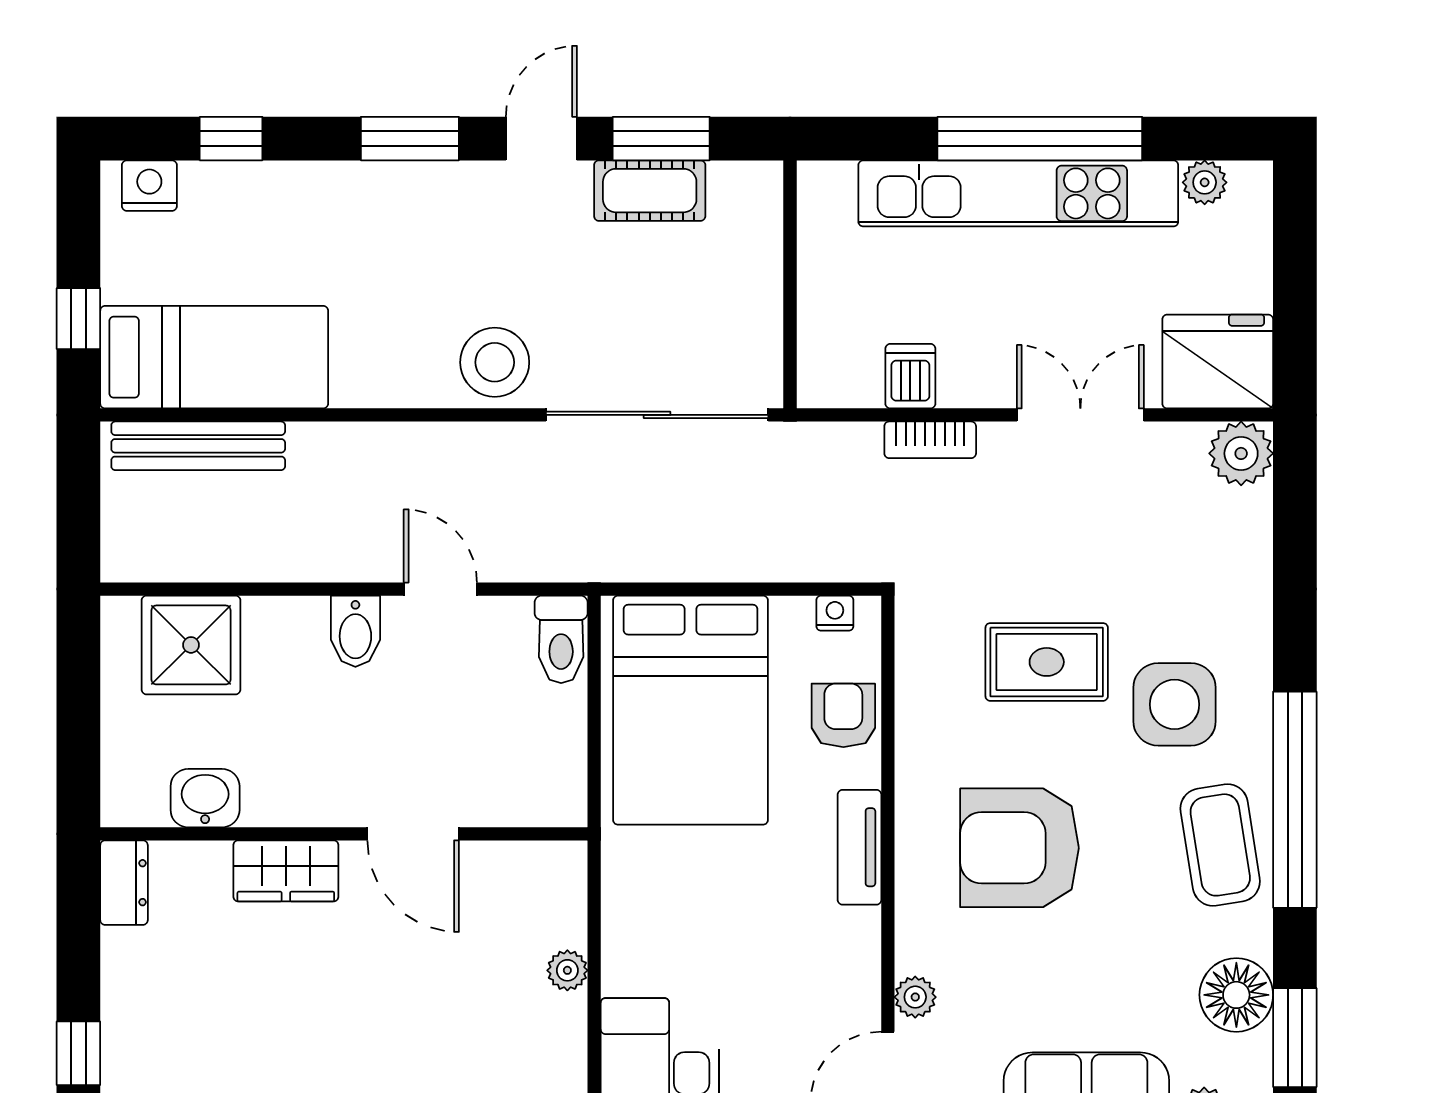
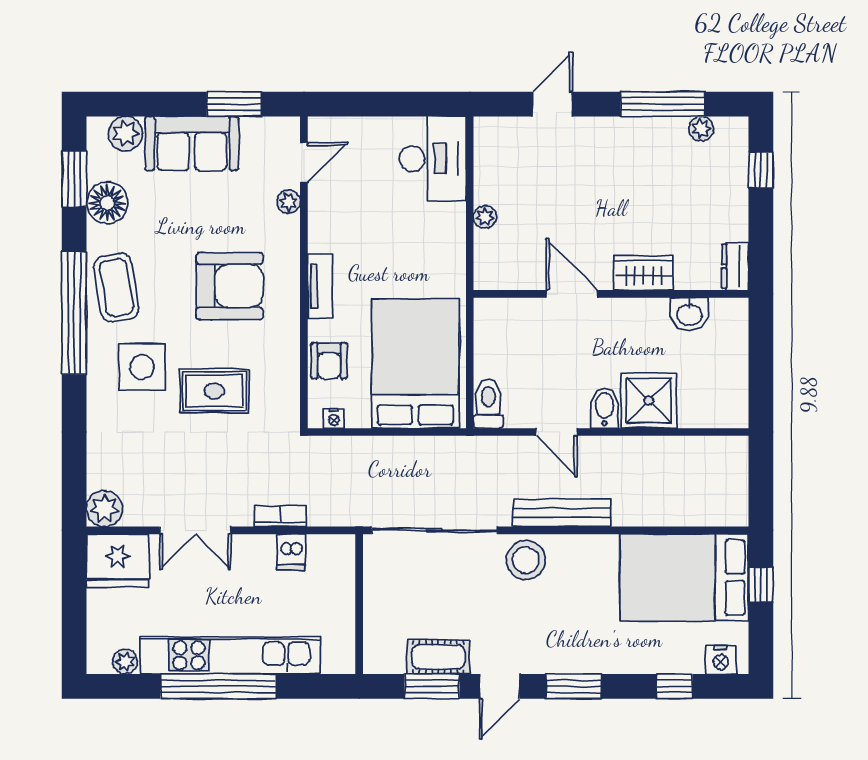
bed: (214, 357) -> (684, 577), width x1.50
bench: (198, 446) -> (562, 513), moved
shower: (191, 645) -> (649, 400), moved

